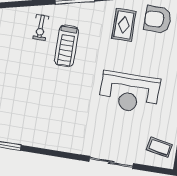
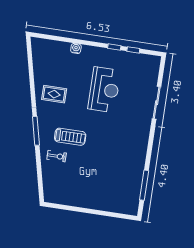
armchair: (158, 19) -> (50, 69), removed
coffee table: (159, 147) -> (145, 67), removed

